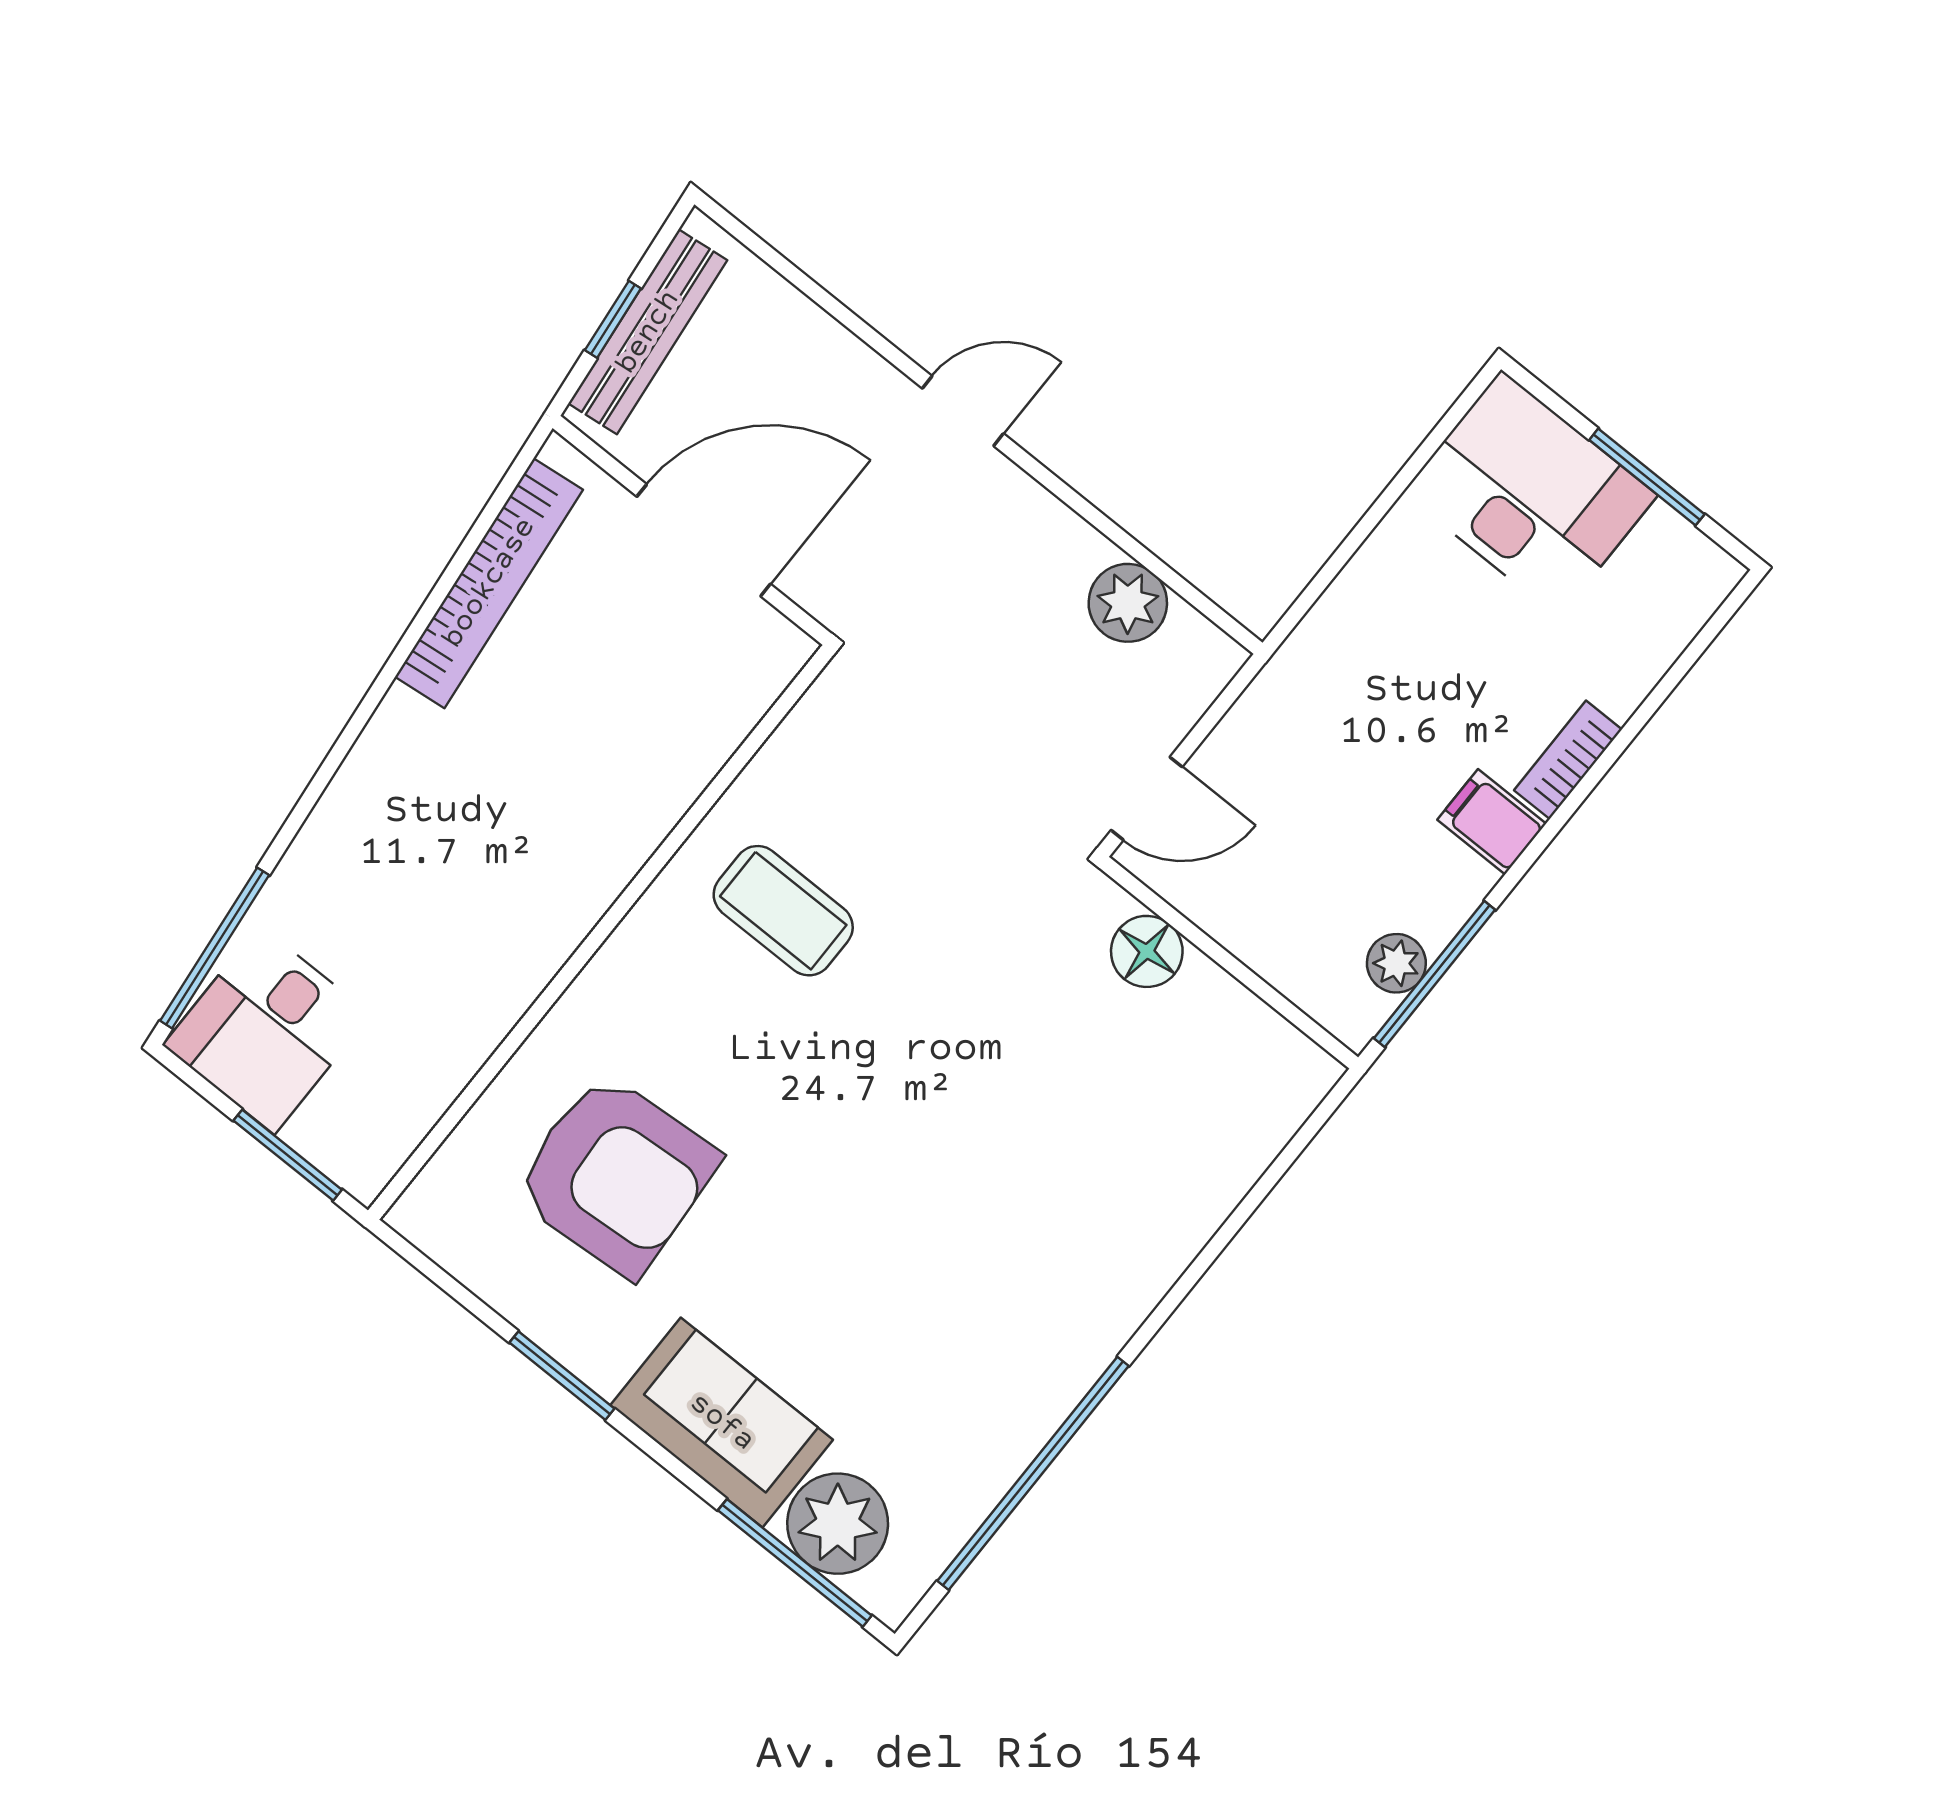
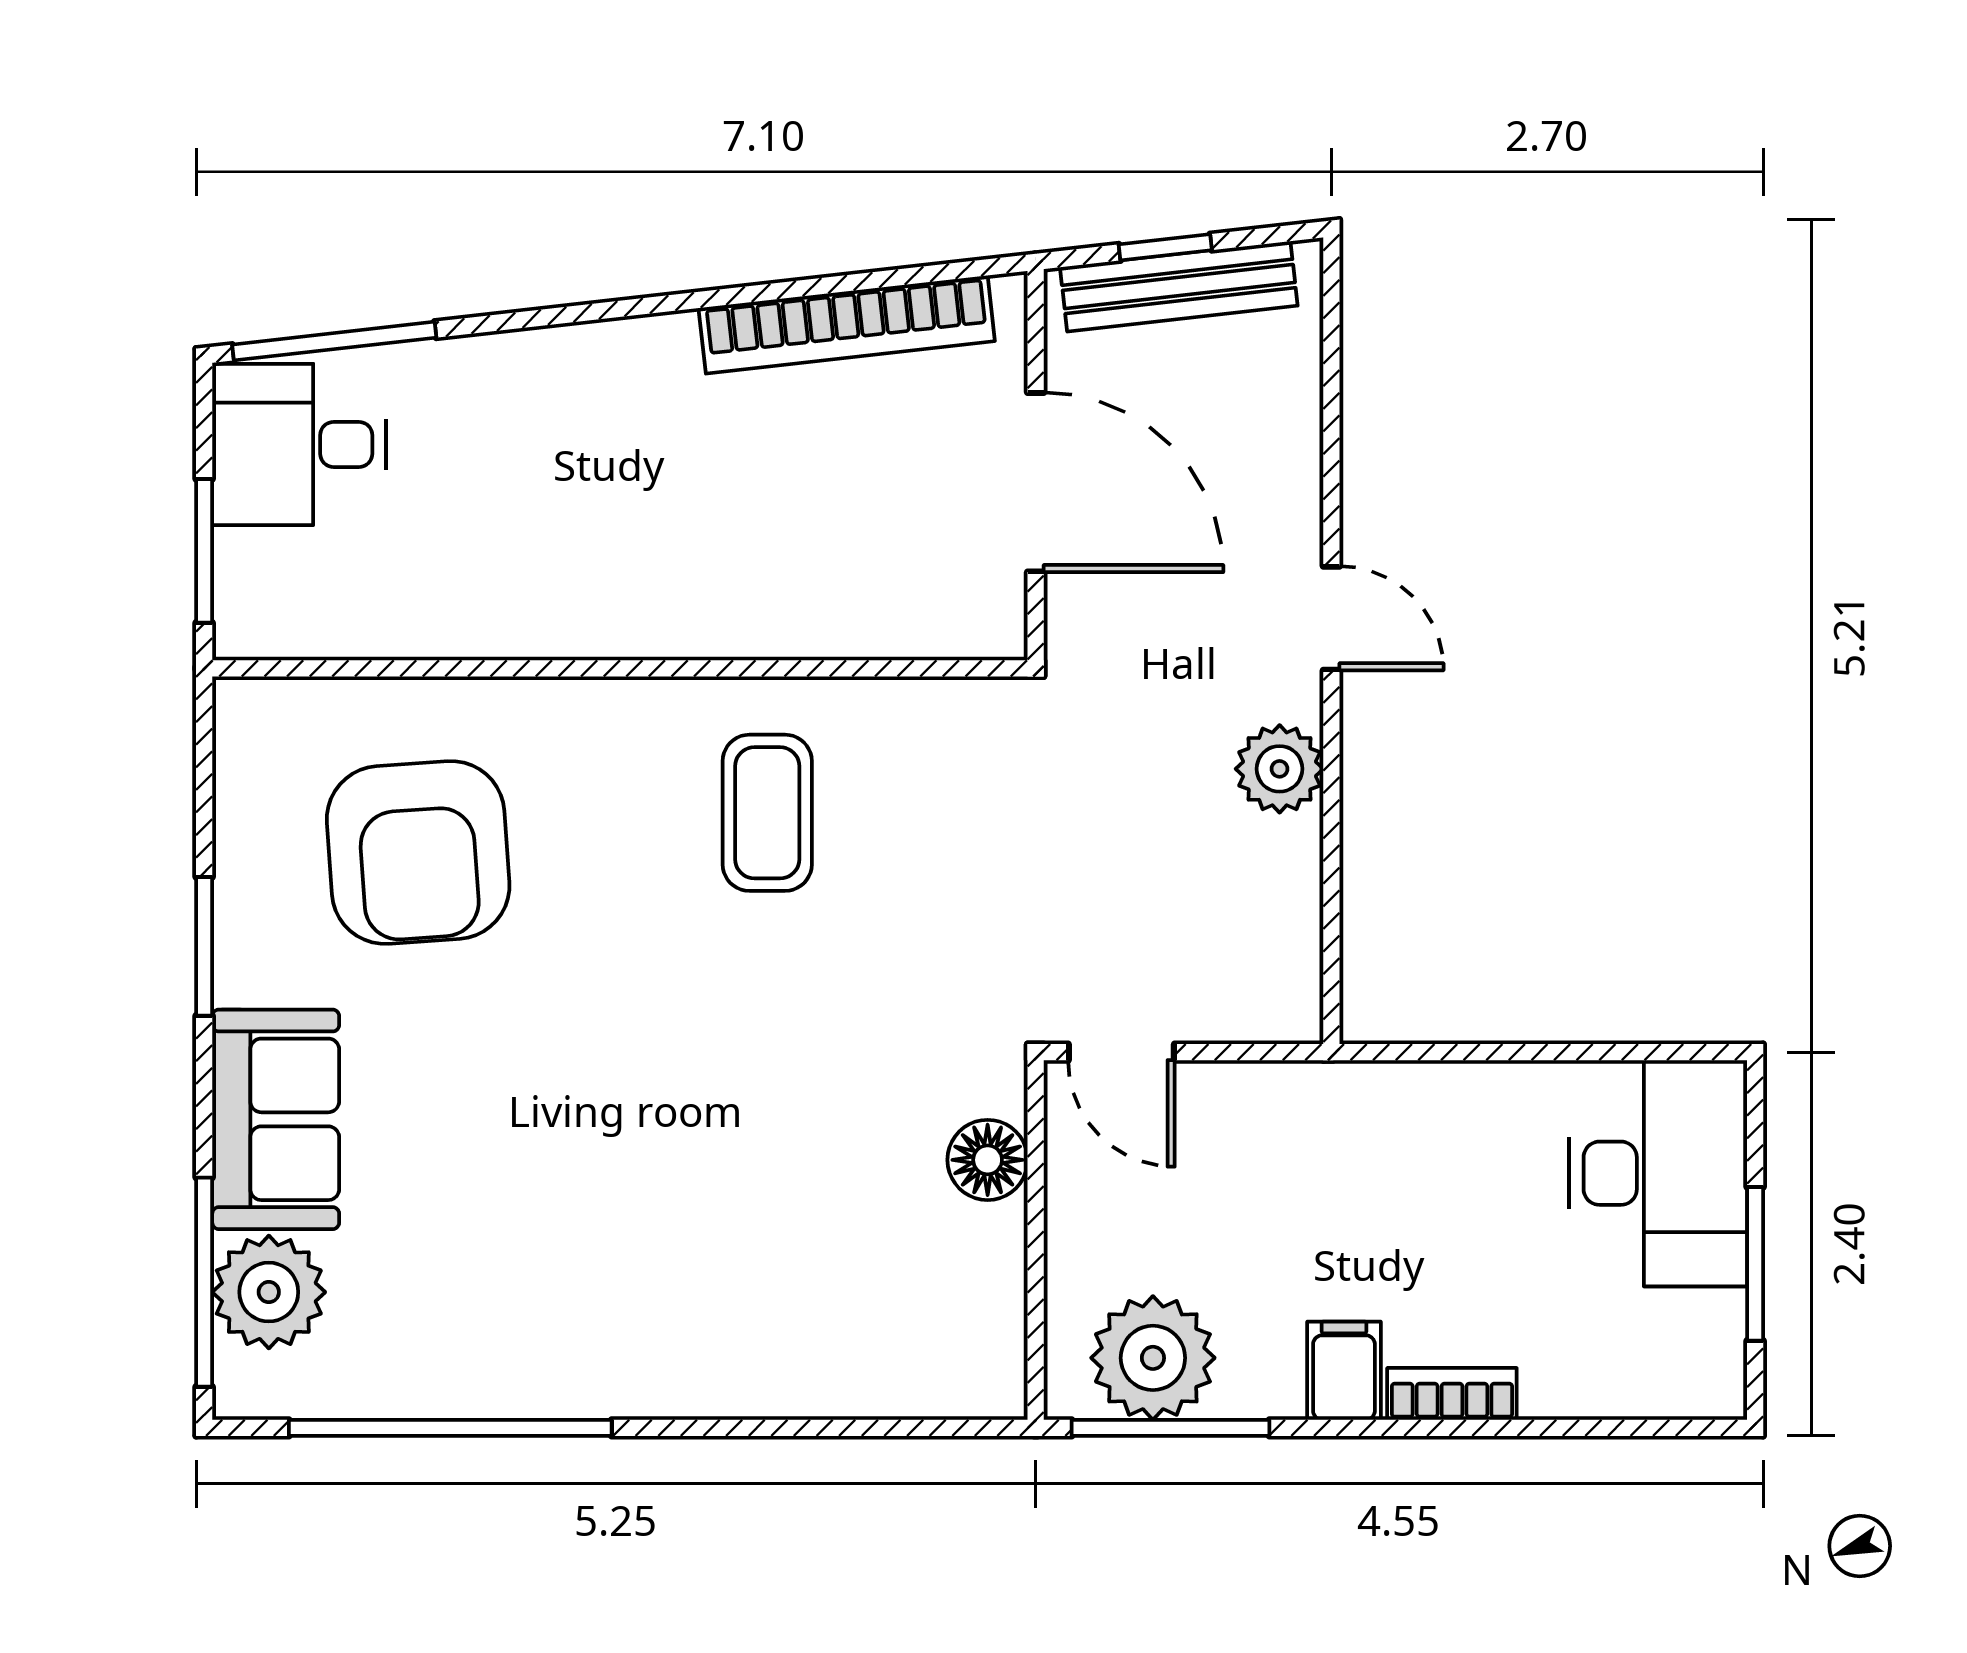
plant: (1128, 603) -> (1280, 769), moved
plant: (1396, 963) -> (1153, 1358), width x1.87, depth x1.87

